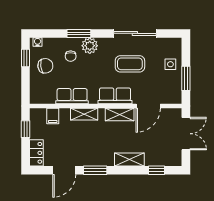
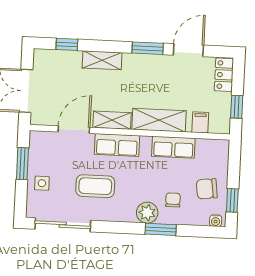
sliding door: (135, 33) -> (63, 225), moved
shelving: (84, 114) -> (159, 120), width x1.50, depth x1.33

